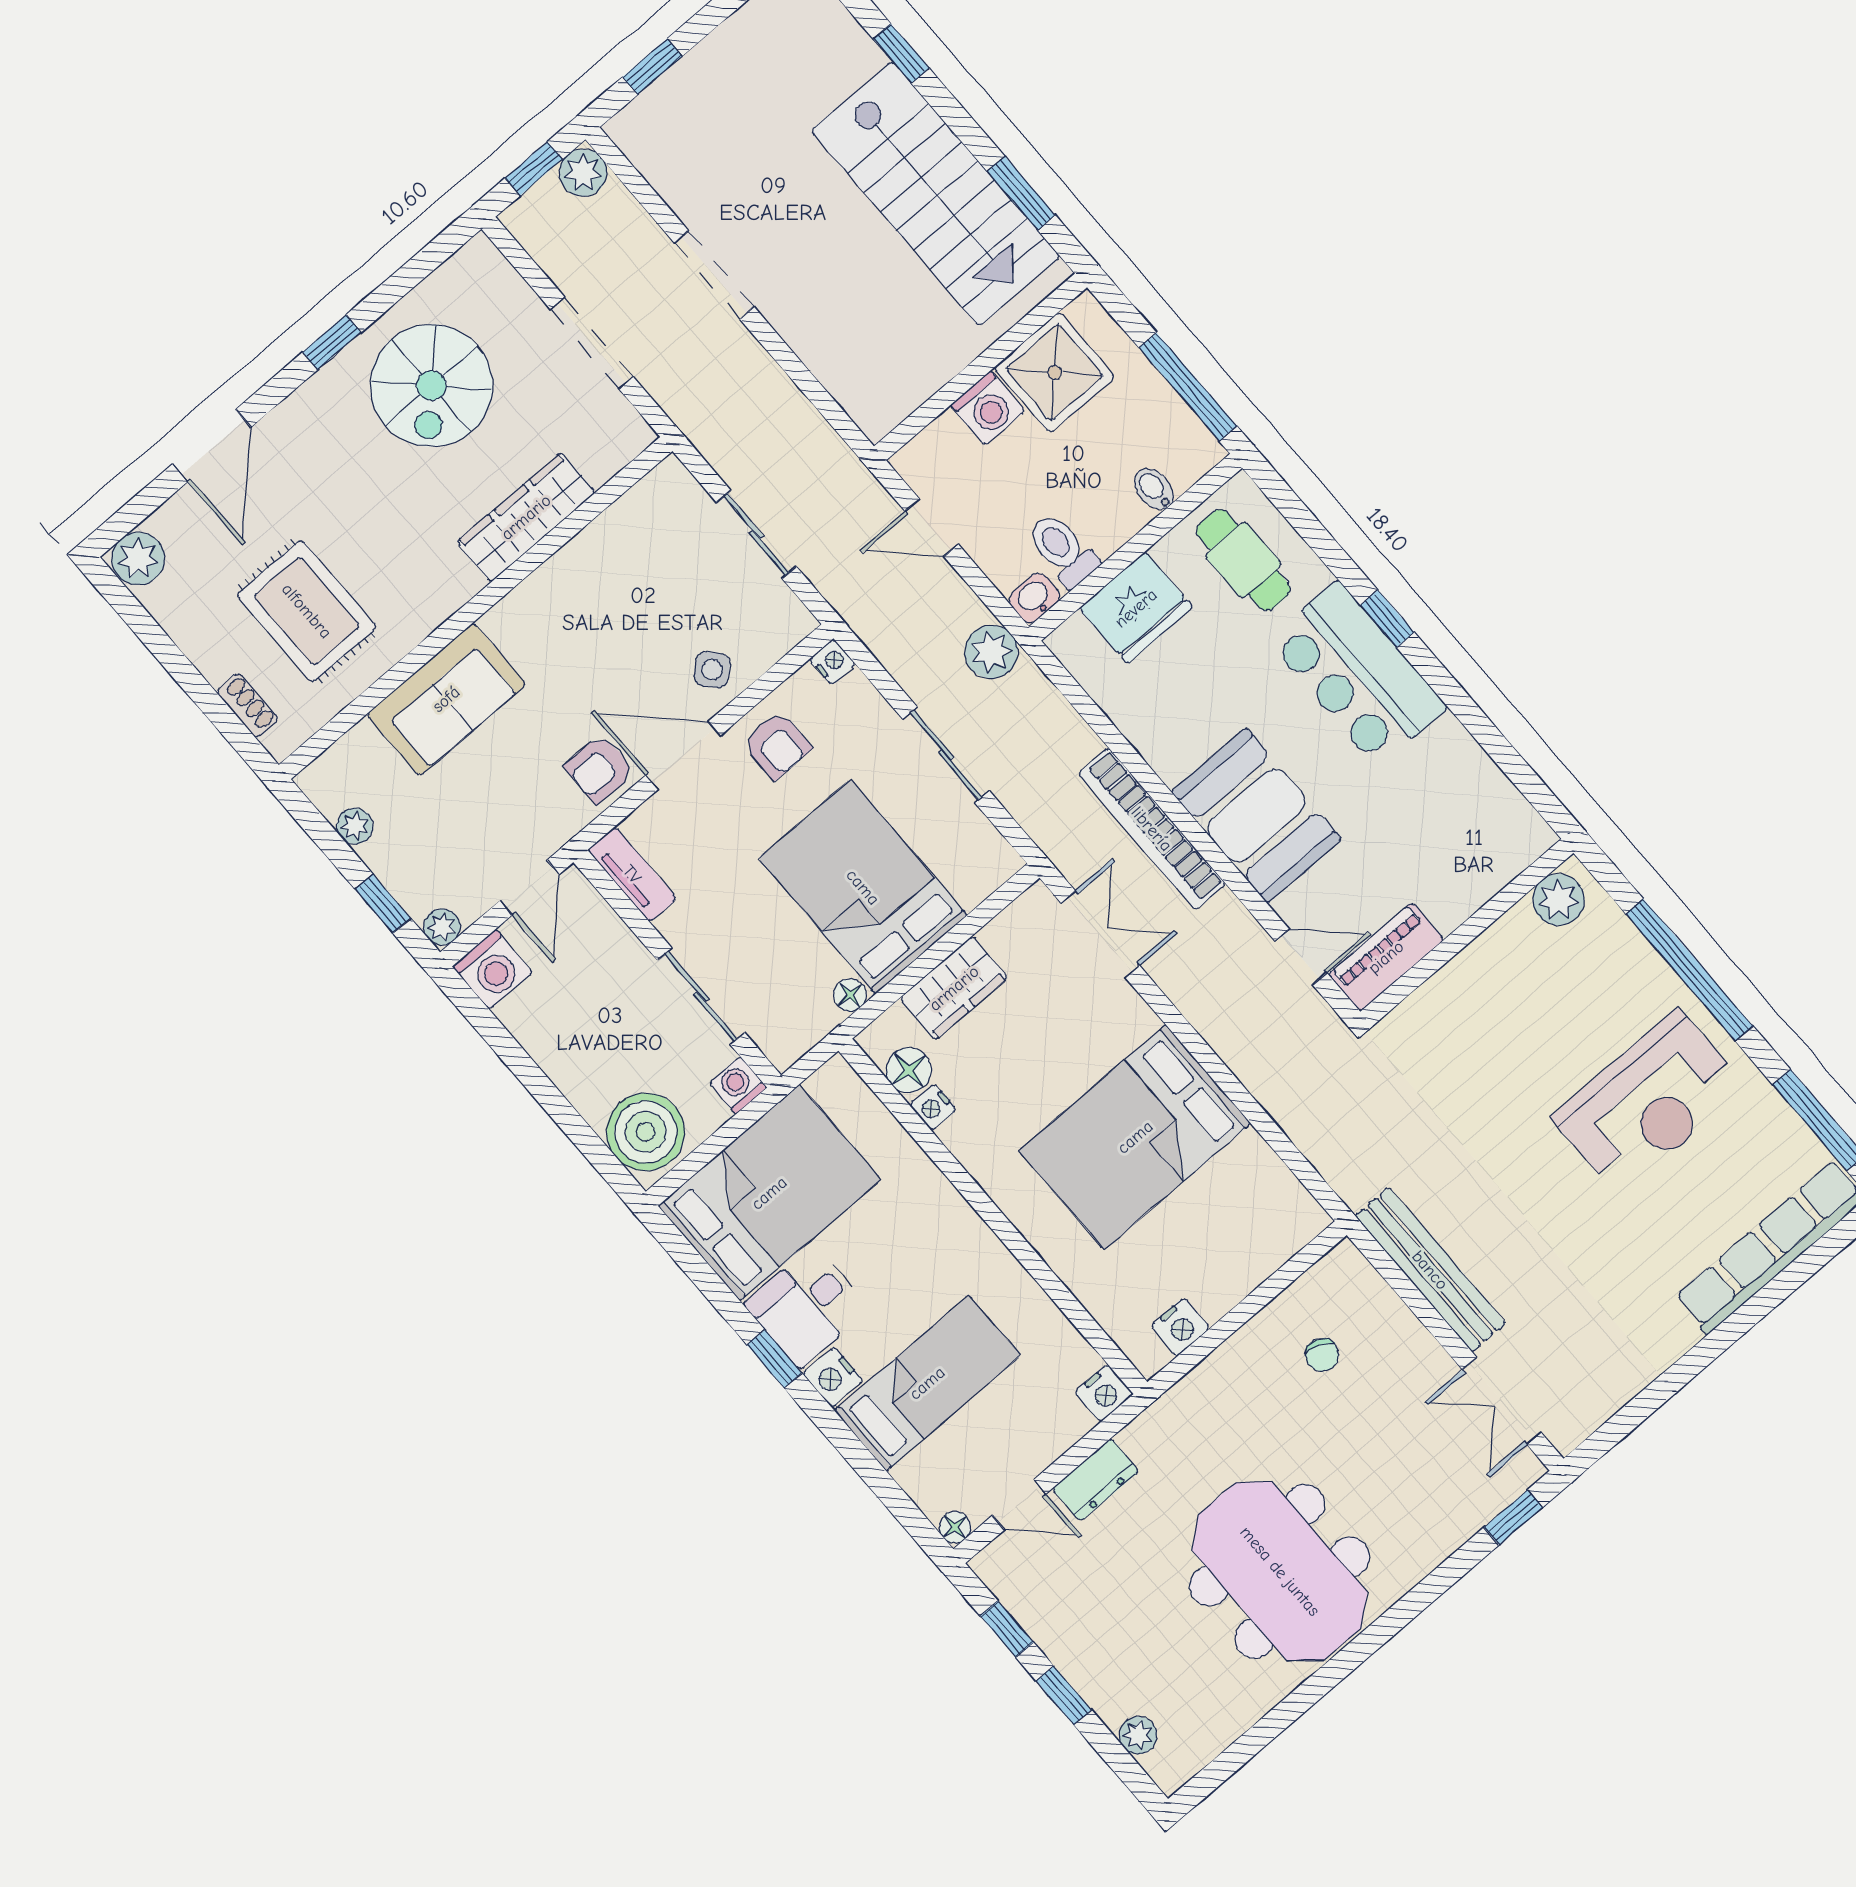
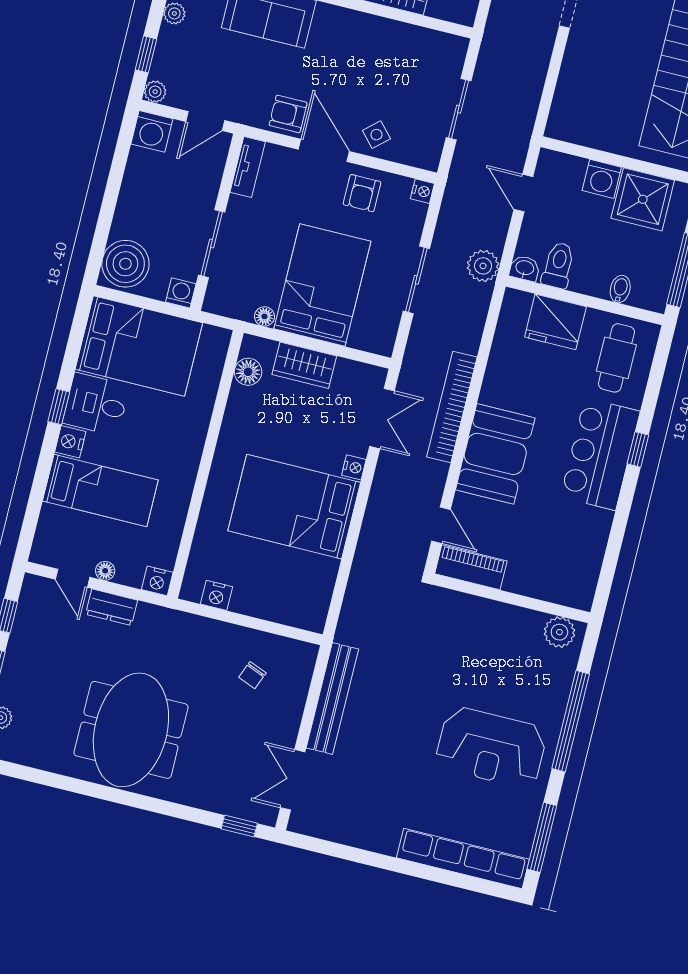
nightstand: (933, 1107) -> (354, 467), moved, turned 180
floor lamp: (955, 1527) -> (105, 571), moved

